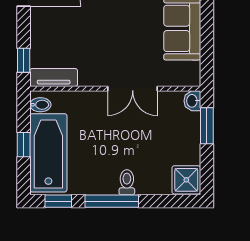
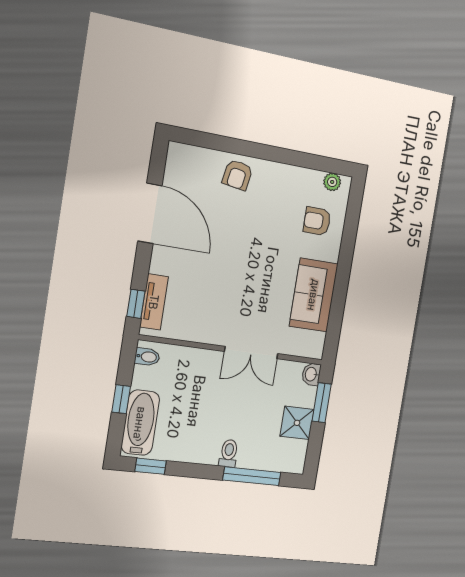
tv unit: (54, 77) -> (154, 302), moved, turned 90
bathtub: (48, 153) -> (140, 423), width x0.73, depth x0.73
shower: (186, 180) -> (297, 423), moved
window: (112, 201) -> (252, 476), moved

